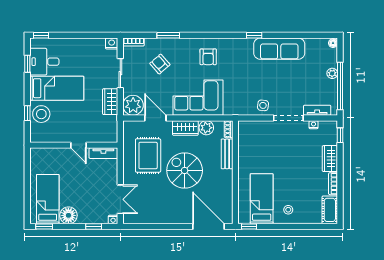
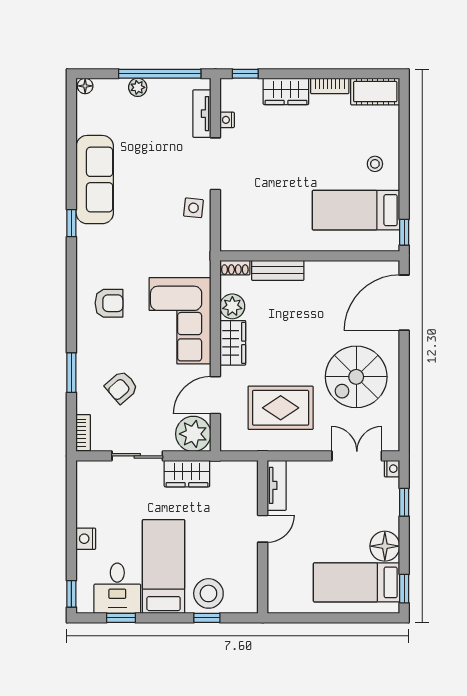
nightstand: (112, 43) -> (86, 539), moved
spiral stairs: (185, 170) -> (356, 377), moved

